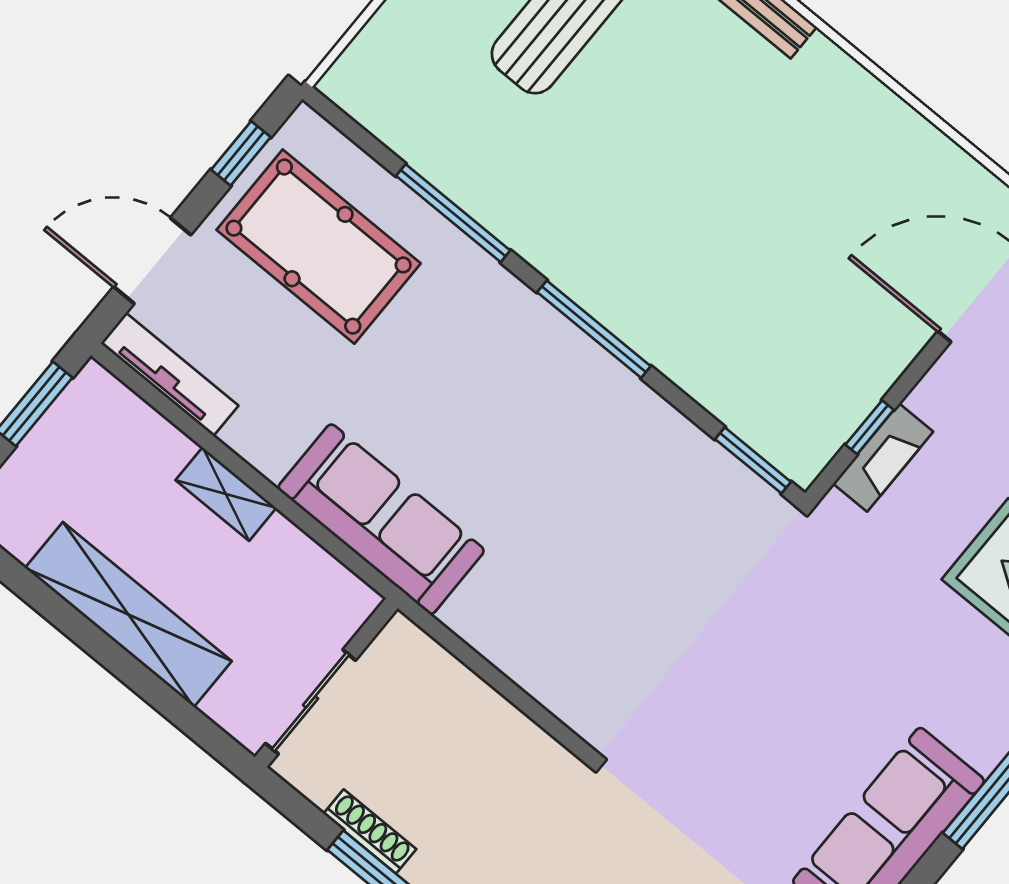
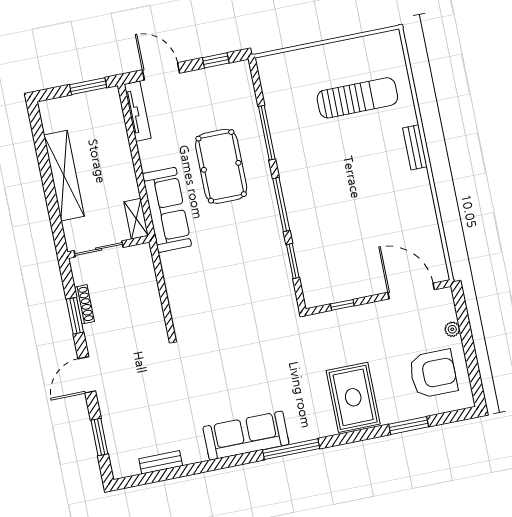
pool table: (319, 247) -> (221, 166), moved
fireplace: (883, 458) -> (339, 318), removed
window: (753, 460) -> (293, 261), moved
shelving: (226, 494) -> (136, 219), moved

